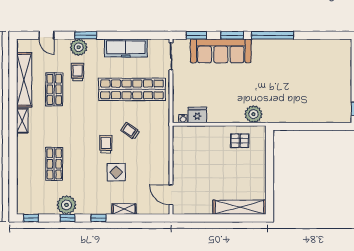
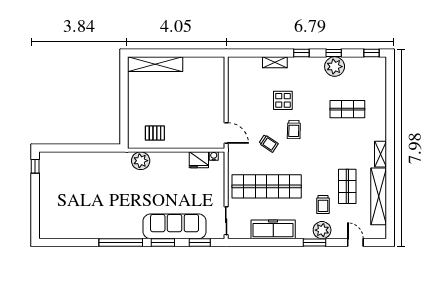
shop shelf: (54, 164) -> (347, 109), turned 90
door: (171, 195) -> (226, 133), moved

